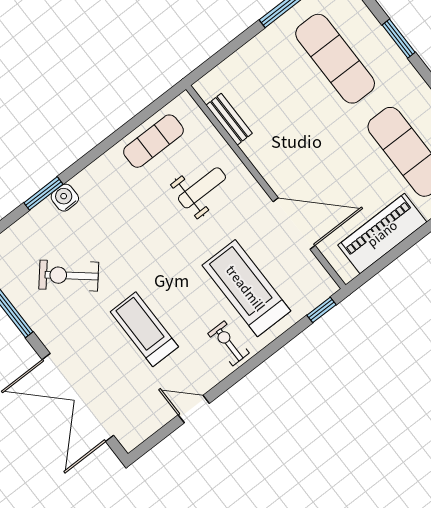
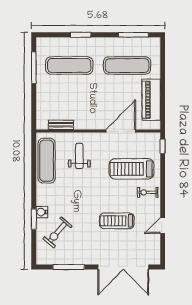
exercise mat: (153, 141) -> (47, 161), width x1.36, depth x1.45
exercise bike: (69, 276) -> (57, 232), moved

